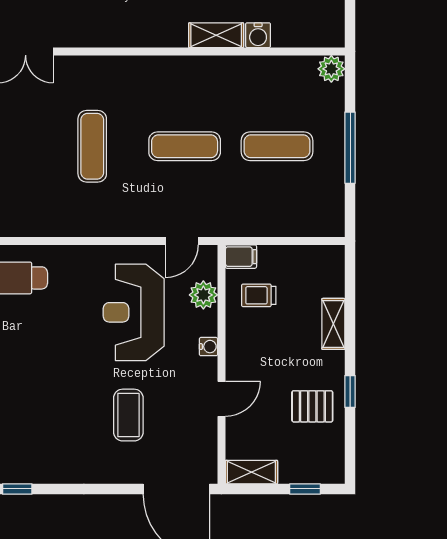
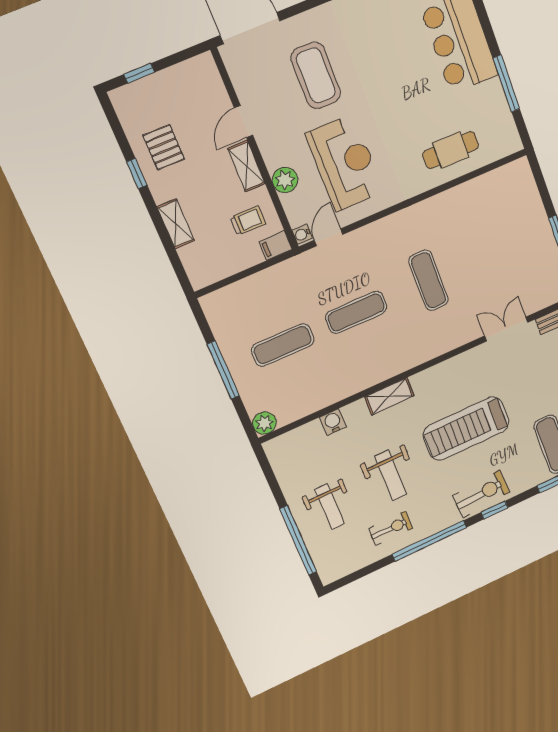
shelving: (216, 35) -> (389, 396), moved
plant: (203, 295) -> (285, 180), moved
water cooler: (208, 347) -> (302, 234), moved
pallet: (312, 406) -> (164, 147), turned 90
coffee table: (128, 415) -> (316, 75), width x1.36, depth x1.32
shelving: (251, 472) -> (246, 166), moved, turned 90

